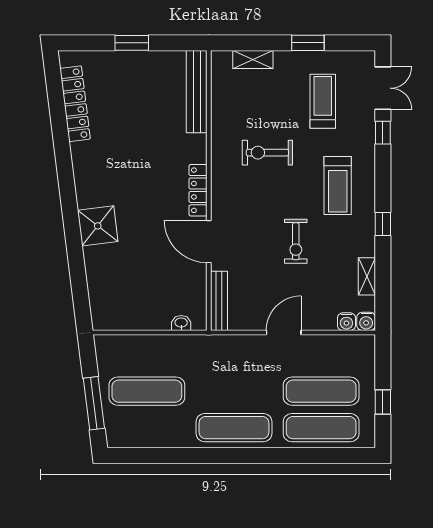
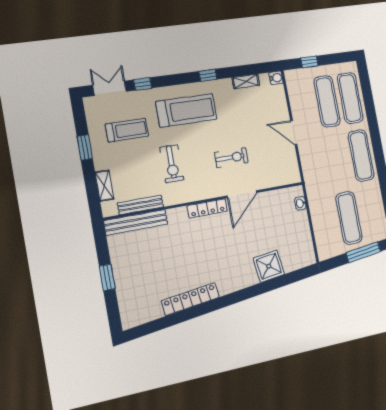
treadmill: (323, 101) -> (127, 130), turned 180
locker: (75, 104) -> (190, 299), moved
treadmill: (338, 186) -> (186, 110), width x1.37, depth x1.38
shower: (98, 226) -> (269, 266), moved
exercise bike: (296, 241) -> (231, 158), moved
bench: (219, 301) -> (140, 205), moved
water cooler: (346, 322) -> (279, 91), removed
window: (383, 402) -> (309, 62), moved

